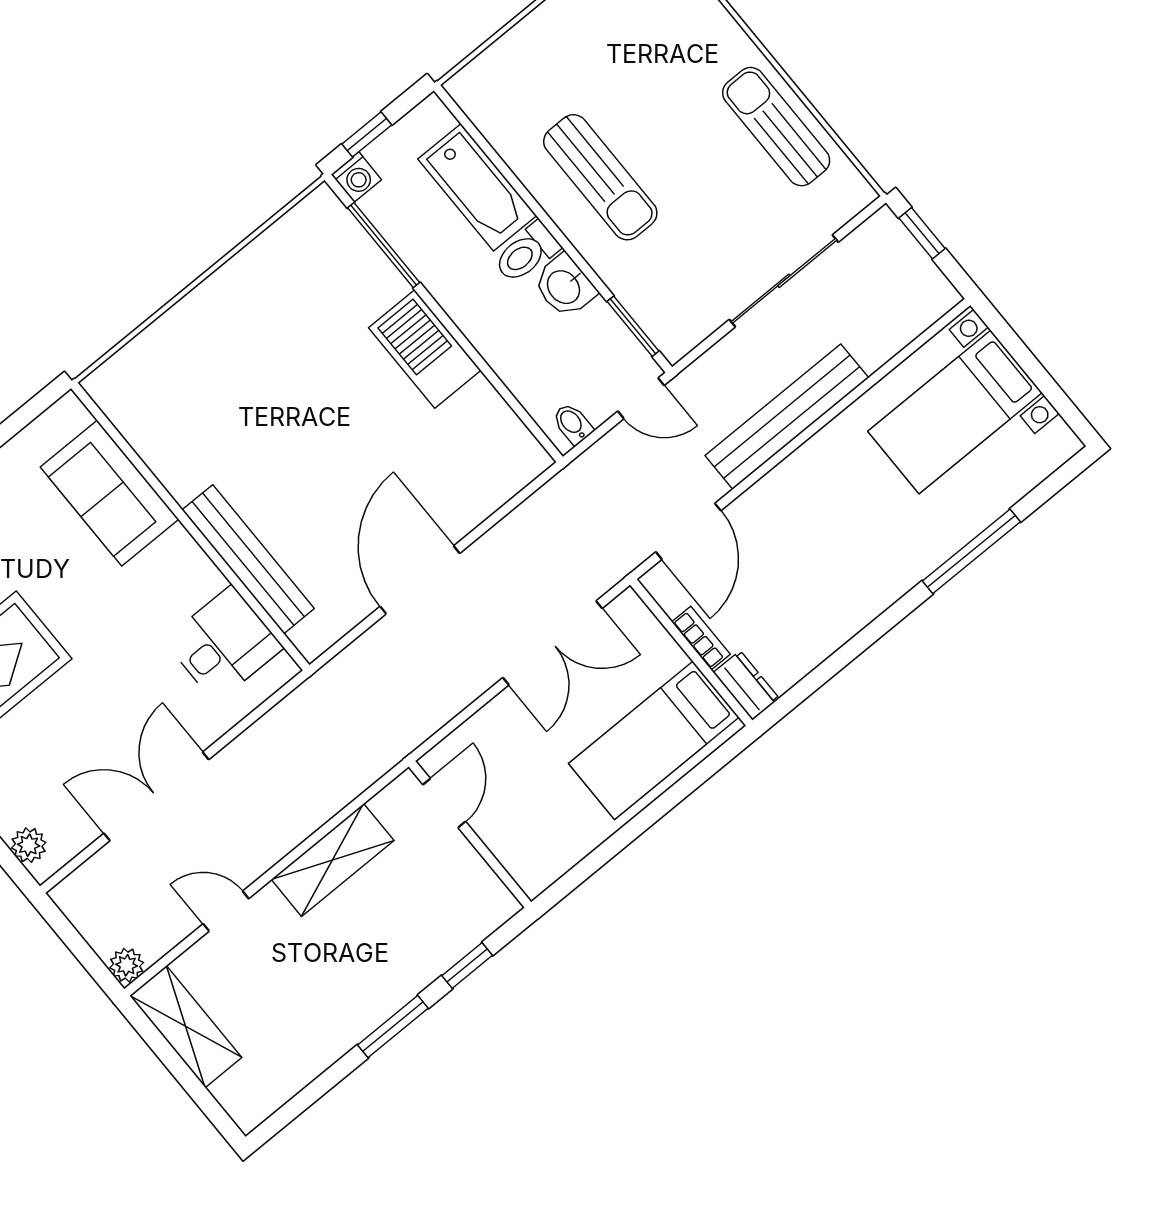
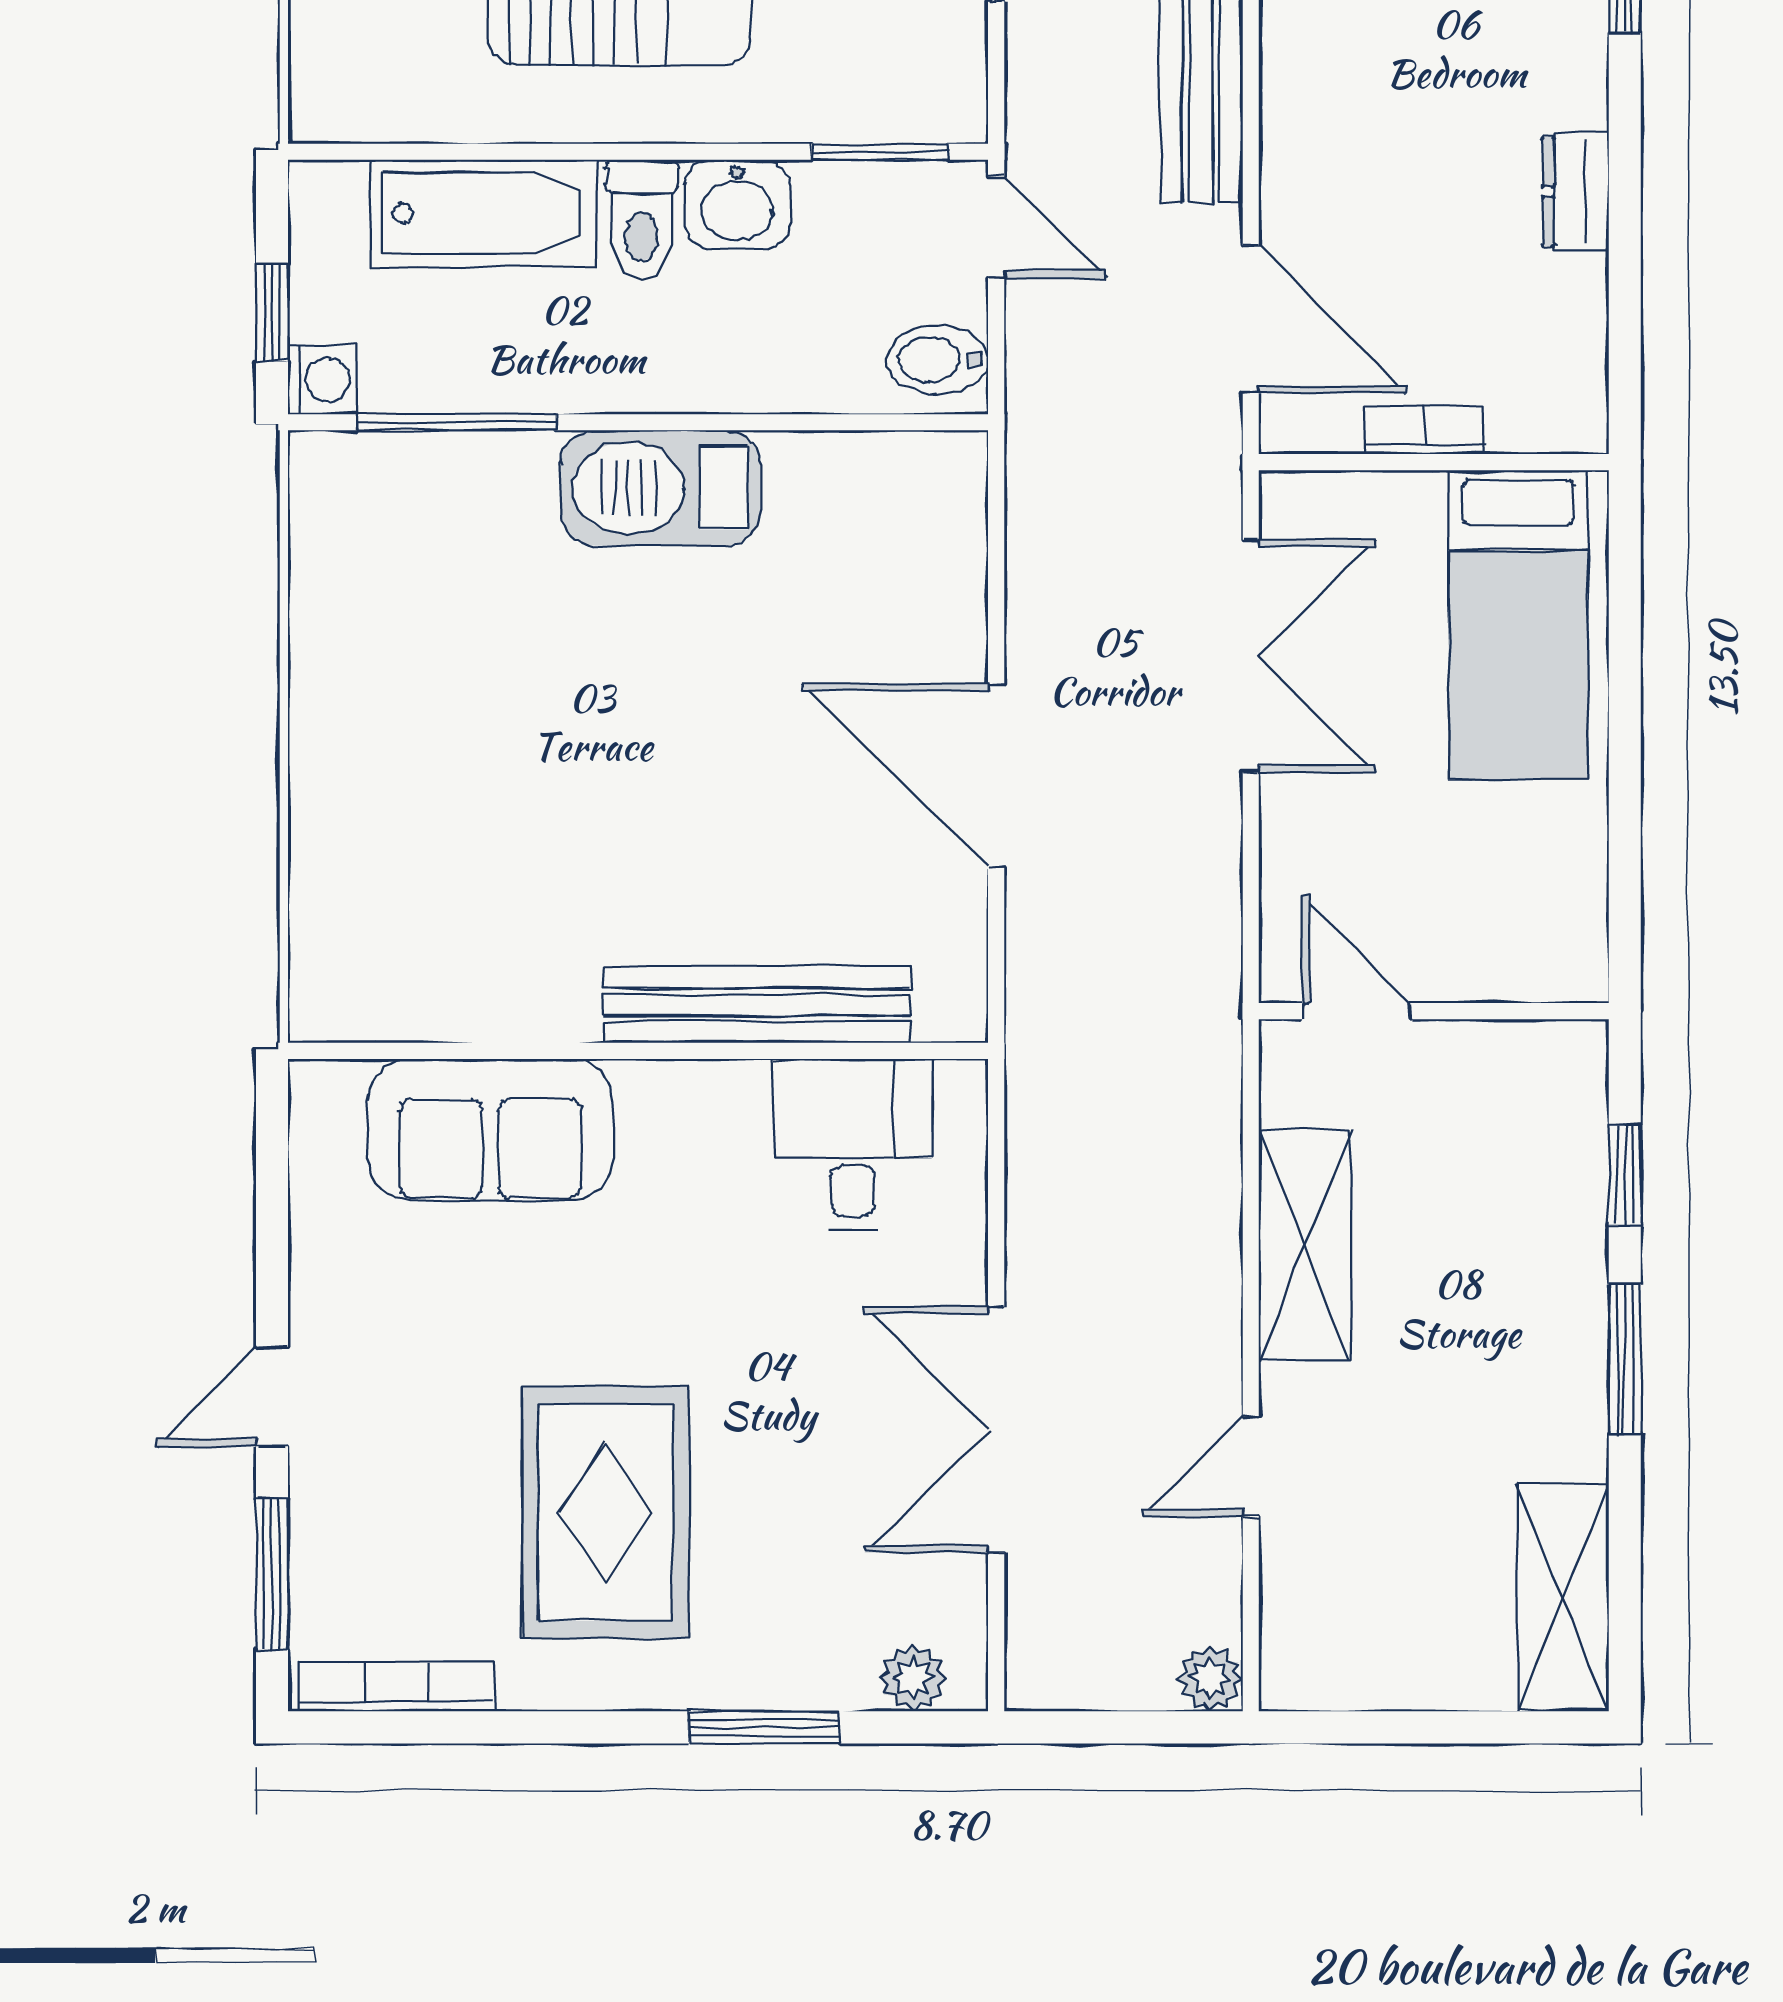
door: (641, 398) -> (996, 227), hinge flipped
bidet: (573, 424) -> (937, 360), width x1.38, depth x1.36
dresser: (746, 685) -> (1575, 192), moved, turned -90
shelving: (186, 1027) -> (1563, 1597), moved, turned 90

